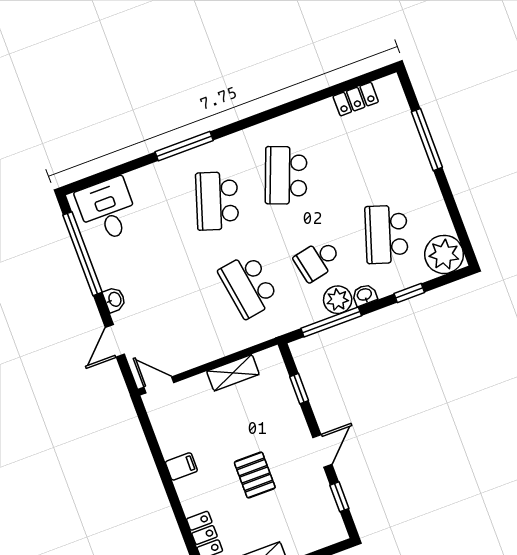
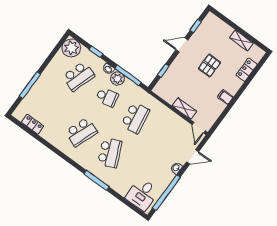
school desk: (217, 201) -> (110, 153), turned -42
shelving: (233, 373) -> (184, 109), moved

